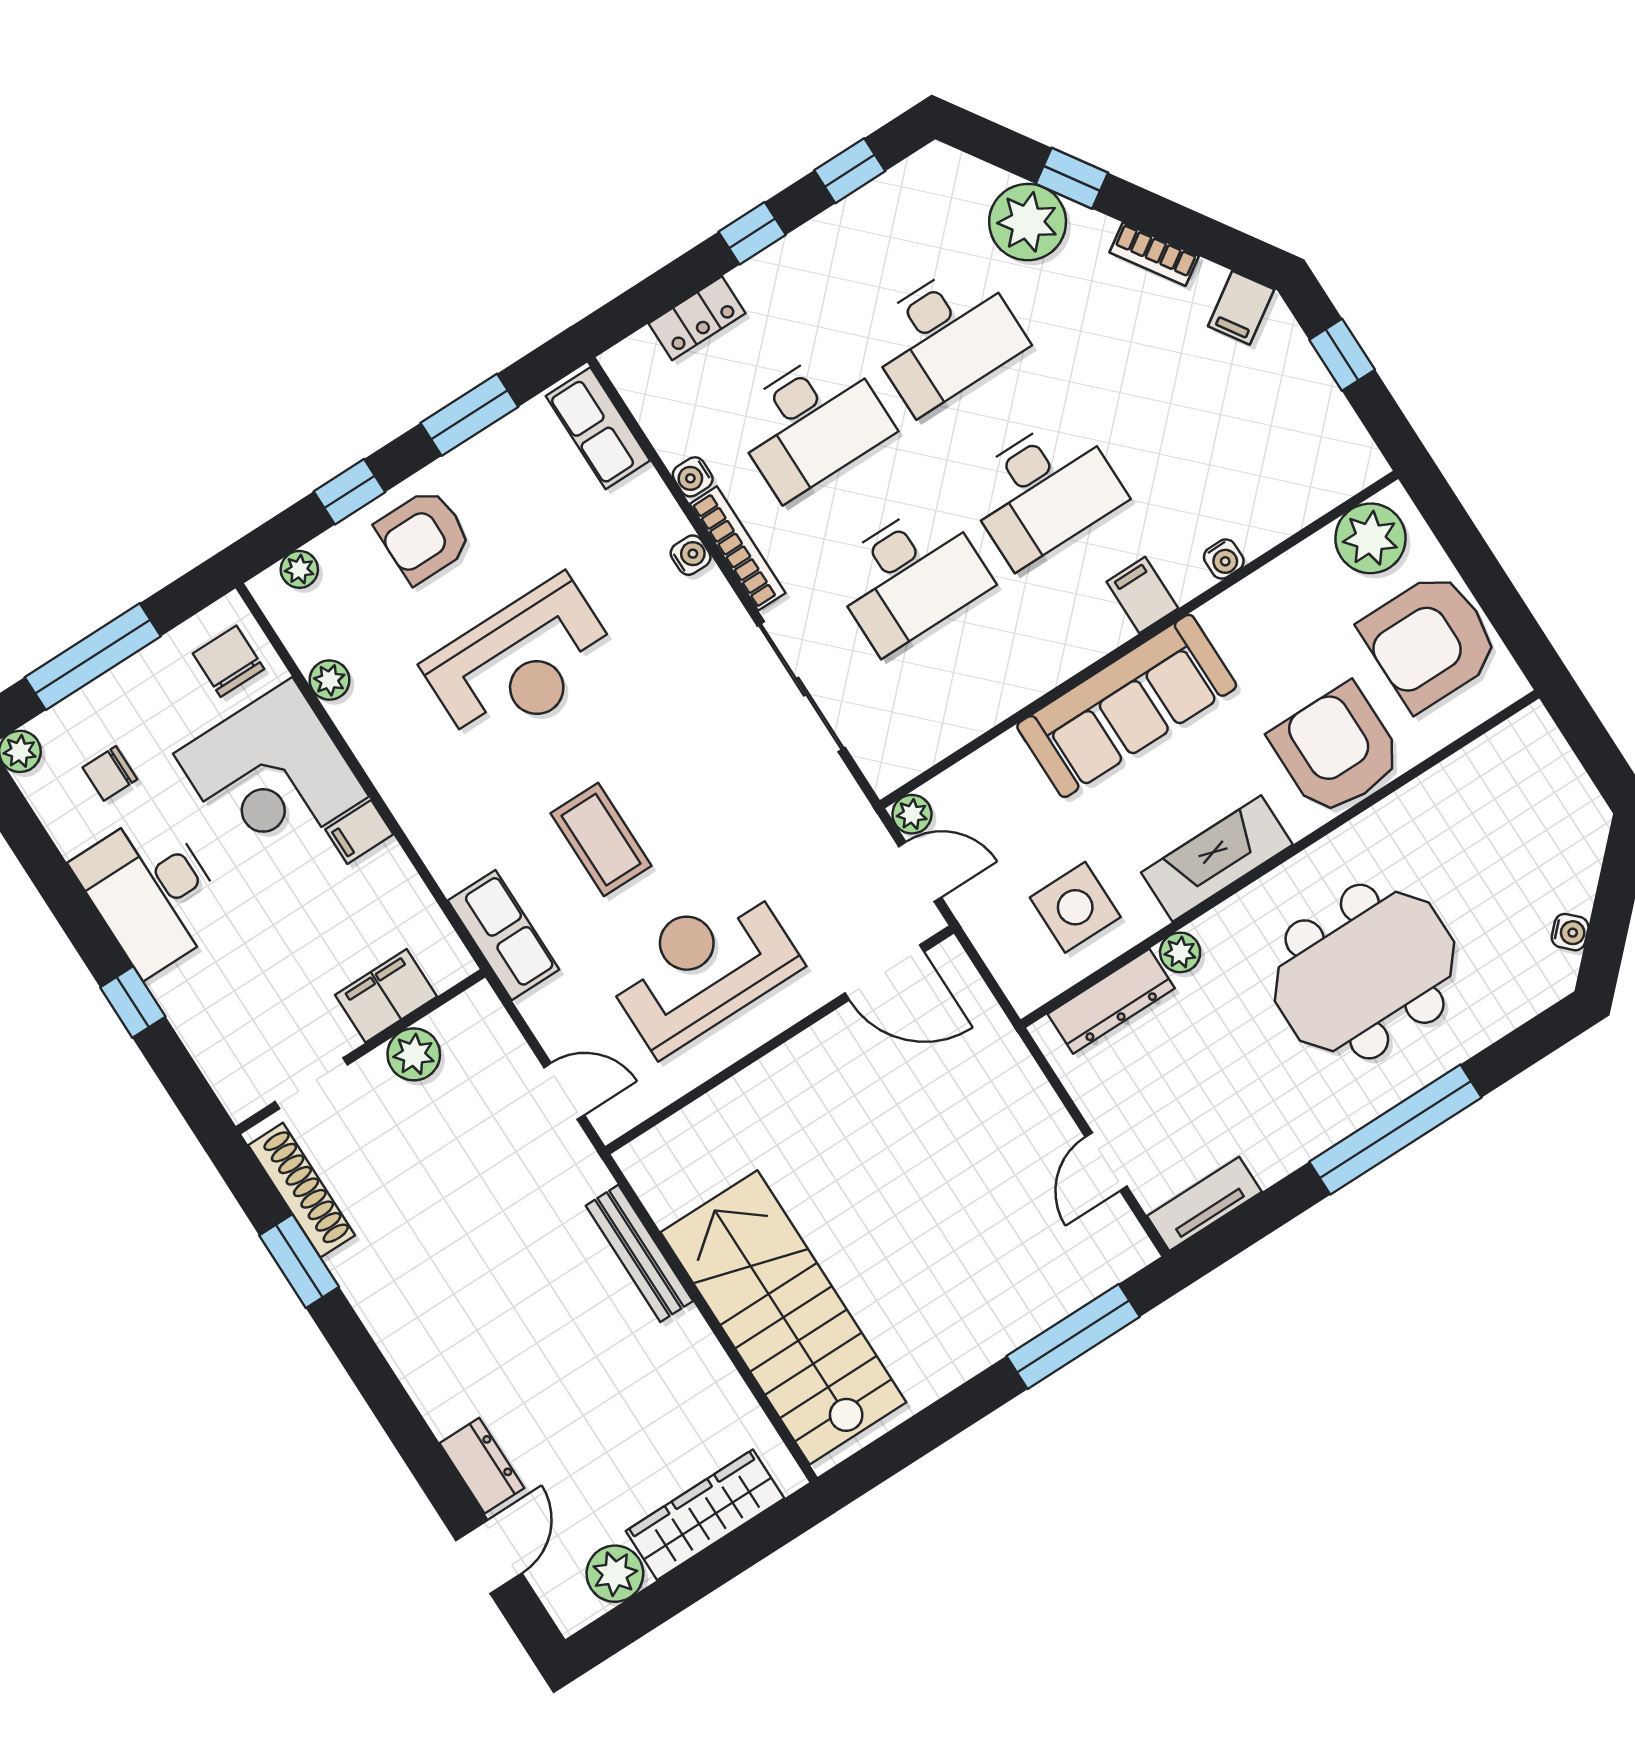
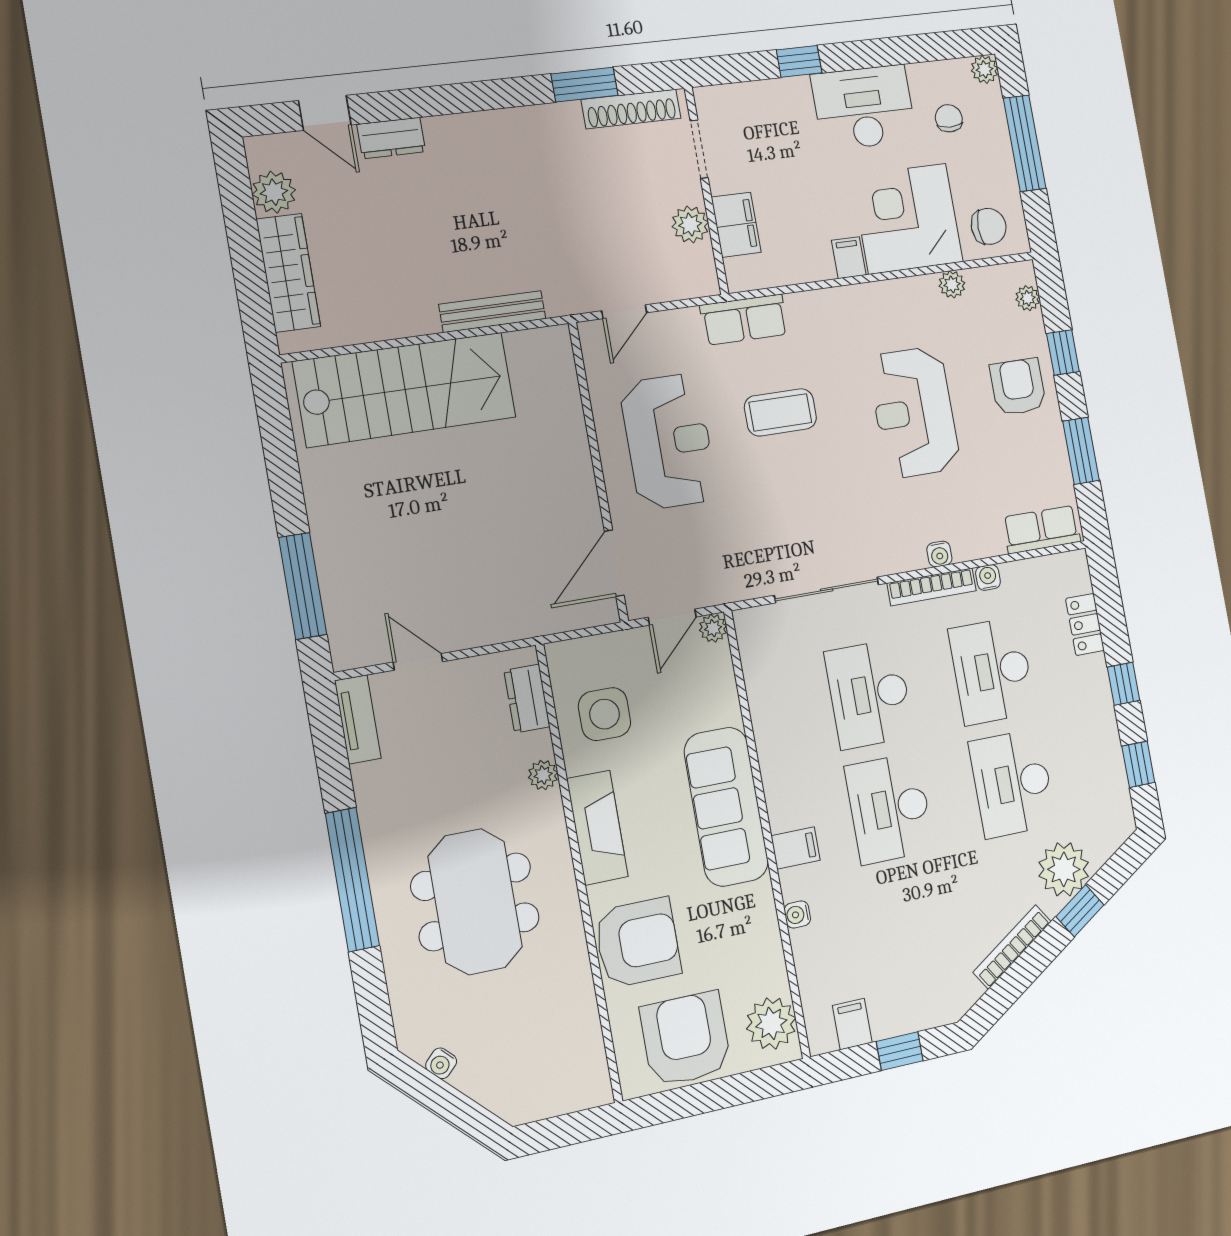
bookcase: (1154, 254) -> (1012, 947), width x1.56
filing cabinet: (1241, 308) -> (852, 1024), moved, turned 33
dresser: (1111, 1001) -> (527, 699), width x0.70

